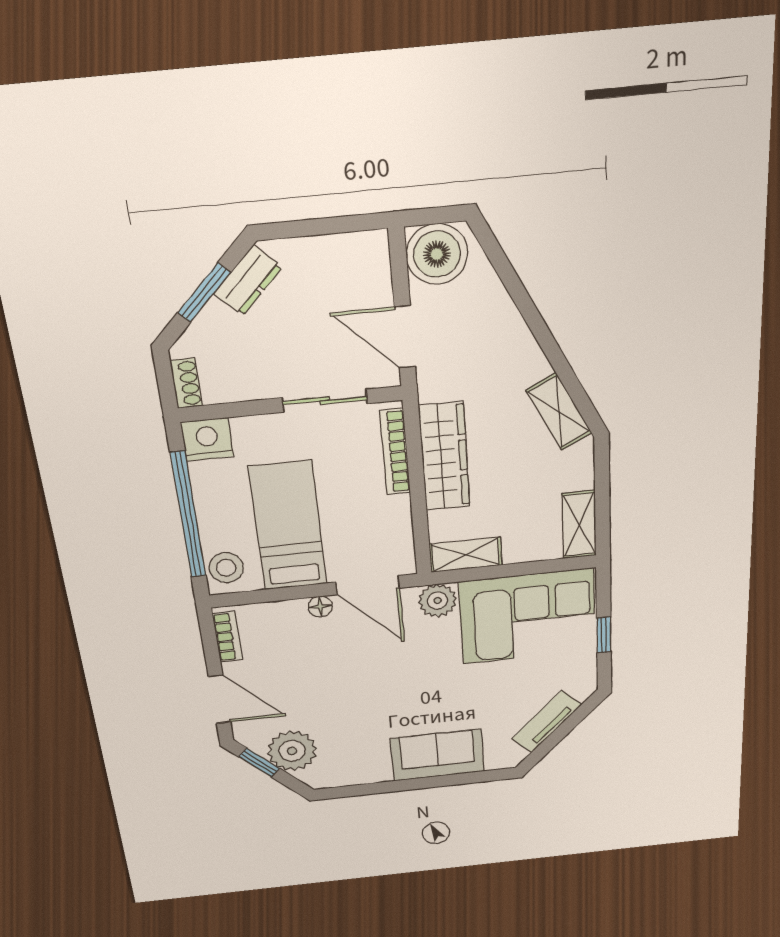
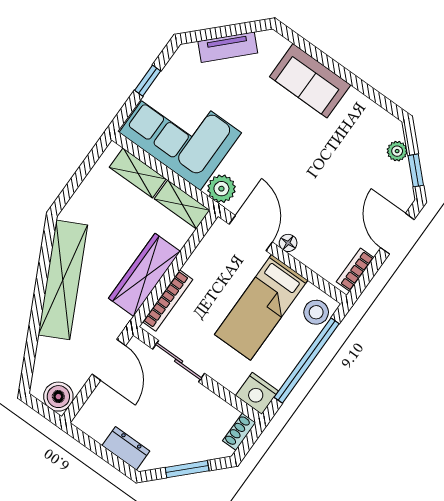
boiler: (437, 254) -> (58, 397), width x0.73, depth x0.73
dresser: (248, 280) -> (126, 448), moved, turned 45
shelving: (559, 412) -> (63, 280), width x2.20, depth x1.33
shelving: (579, 525) -> (138, 173), moved, turned 90
plant: (292, 751) -> (397, 151), width x0.53, depth x0.53

